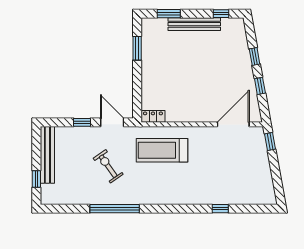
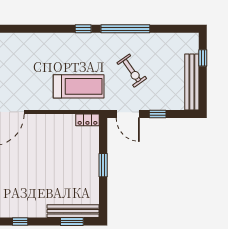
bench: (194, 24) -> (73, 211), moved
window: (137, 48) -> (103, 165), moved
window: (220, 209) -> (83, 29), moved

